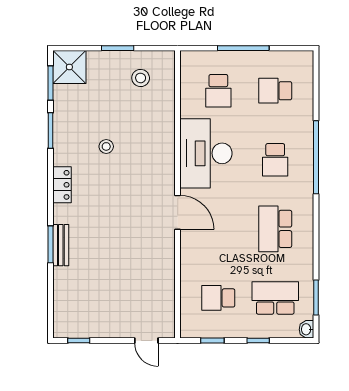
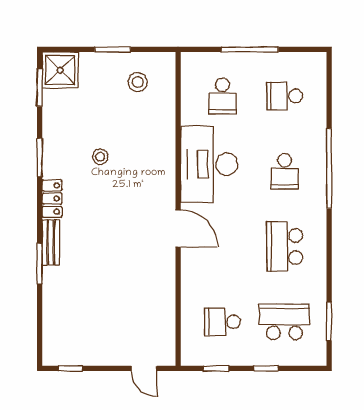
window: (51, 131) -> (40, 158), moved
bench: (61, 245) -> (51, 243), moved
washbasin: (306, 329) -> (319, 356), removed

